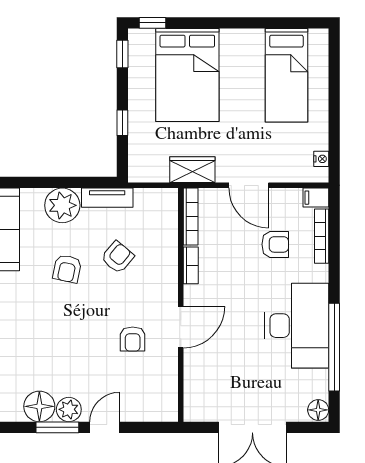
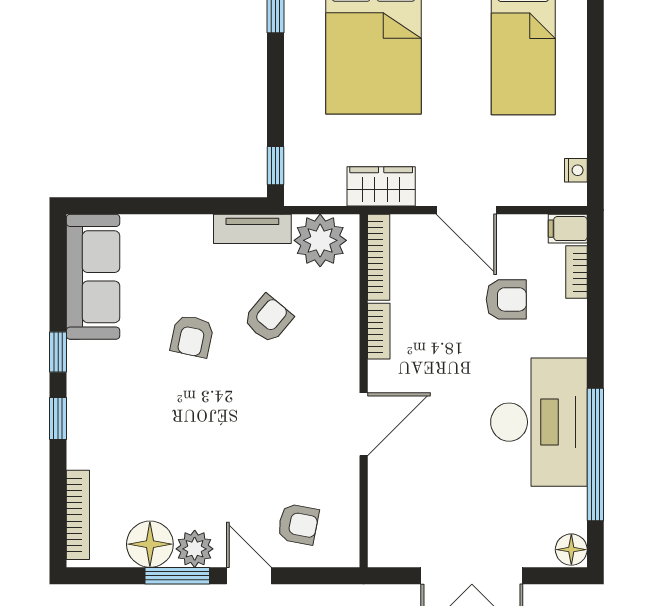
window: (122, 123) -> (276, 166), moved
plant: (62, 205) -> (320, 240), moved
bookcase: (322, 236) -> (576, 272), width x0.64
armchair: (133, 339) -> (298, 524), moved, turned -79
door: (105, 427) -> (249, 576), hinge flipped

